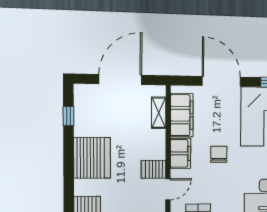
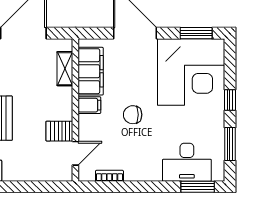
filing cabinet: (181, 153) -> (89, 105), width x0.50
chair: (219, 154) -> (133, 115), turned -90

